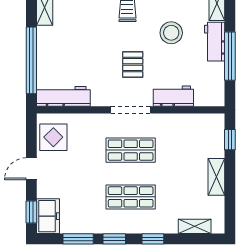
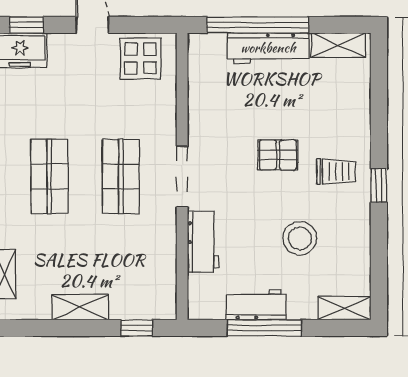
workbench: (215, 42) -> (256, 305), moved
pallet: (133, 65) -> (278, 155), moved
workbench: (63, 96) -> (268, 48), moved, turned 90

